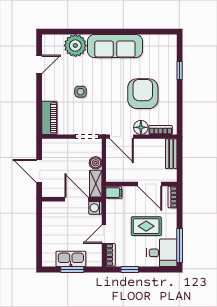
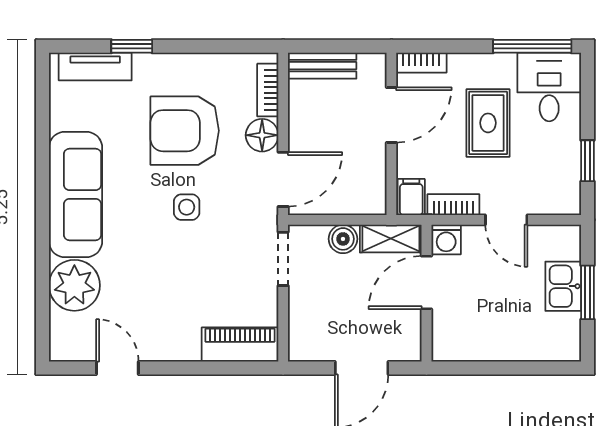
tv unit: (171, 55) -> (95, 66), added
side table: (81, 92) -> (187, 207), moved
bookcase: (111, 255) -> (453, 205), moved
kitchen sink: (71, 259) -> (563, 286), width x0.73

